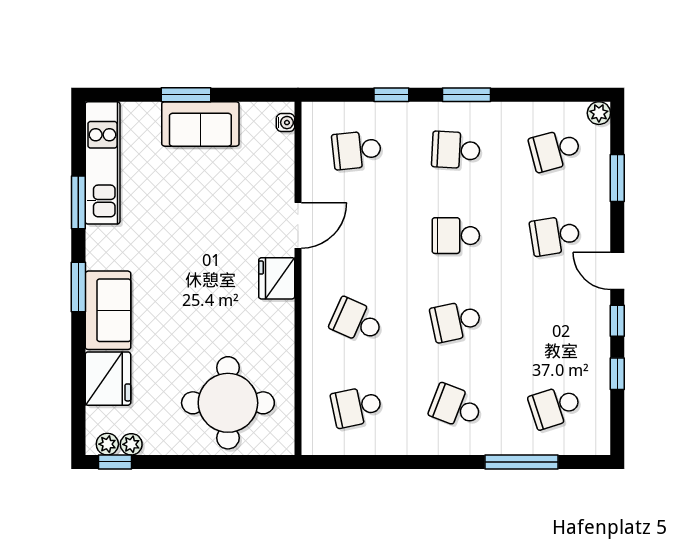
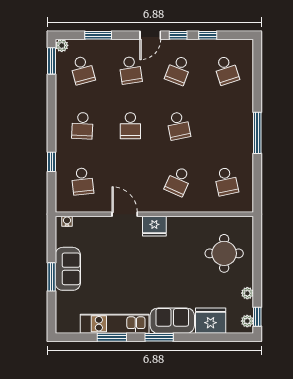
window: (467, 95) -> (51, 61), moved
kitchen unit: (103, 163) -> (115, 324), moved
round table: (228, 403) -> (224, 253), width x0.73, depth x0.73
school desk: (456, 407) -> (178, 70), moved
plant: (131, 444) -> (247, 293), moved
window: (522, 462) -> (257, 133), moved

